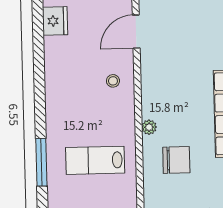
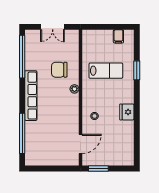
fridge: (55, 21) -> (127, 112), moved
window: (41, 162) -> (137, 70), width x0.69

